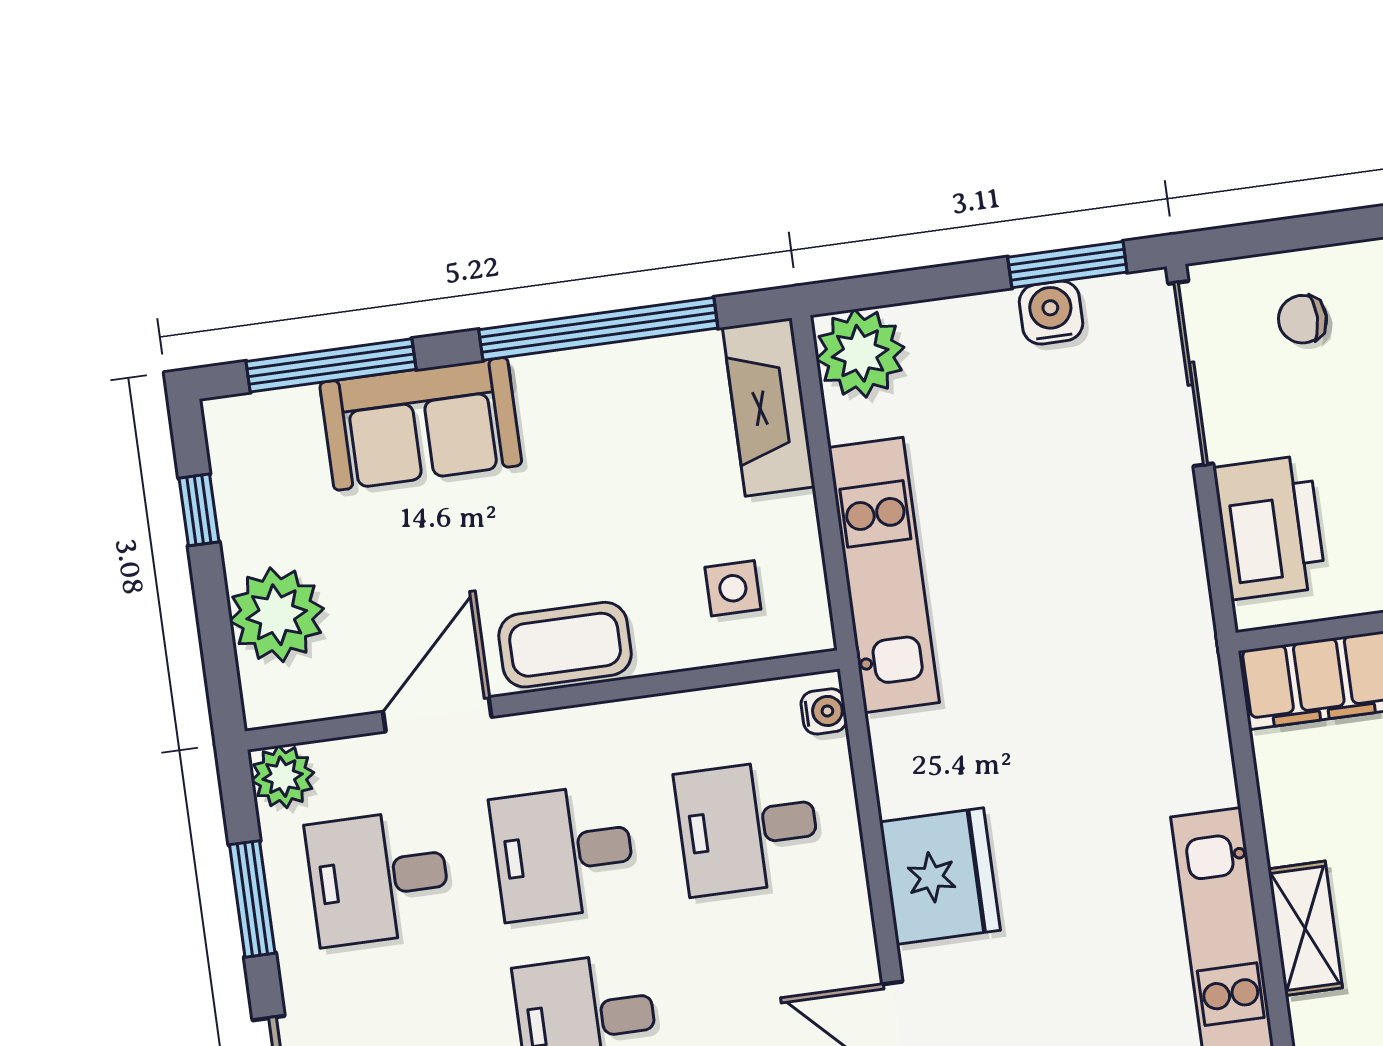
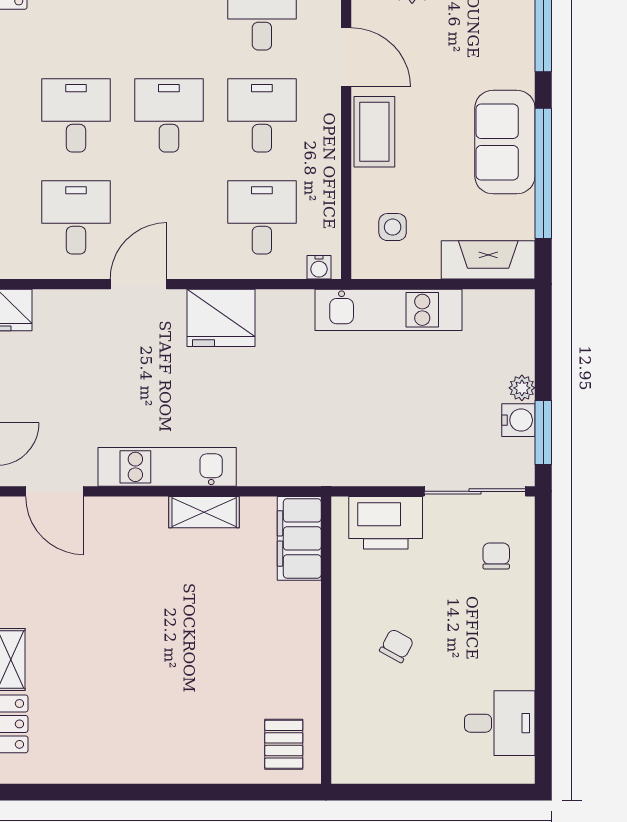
plant: (860, 353) -> (522, 388), moved, width x0.53, depth x0.53
sofa: (421, 424) -> (505, 142), moved
shelving: (1305, 928) -> (204, 512), moved

